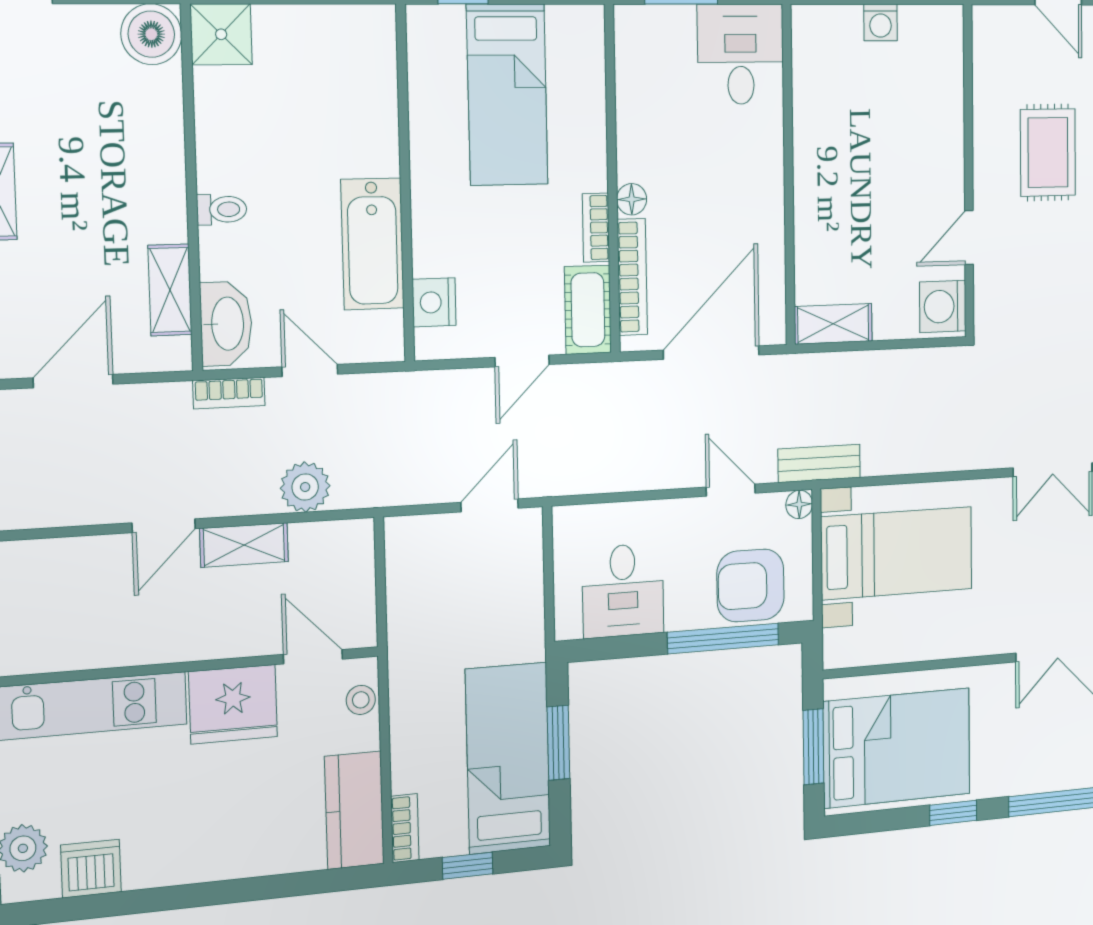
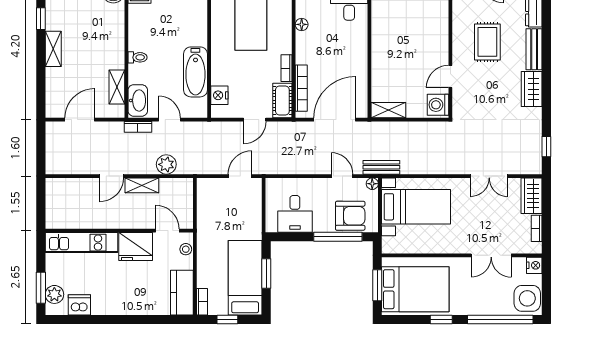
floor lamp: (632, 199) -> (302, 24), moved
armchair: (751, 585) -> (350, 216), turned 180

